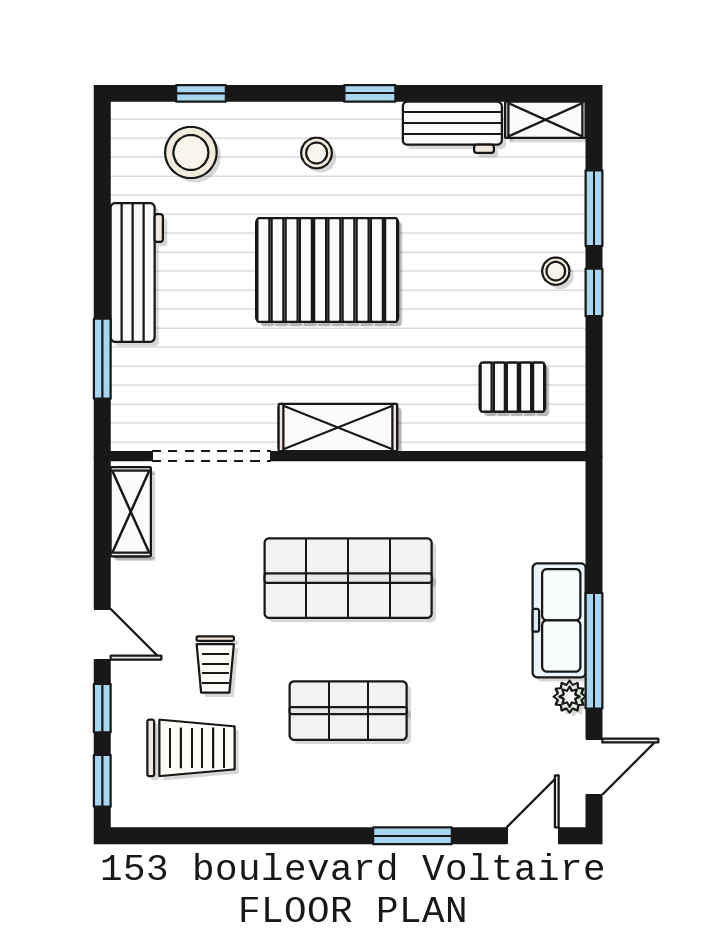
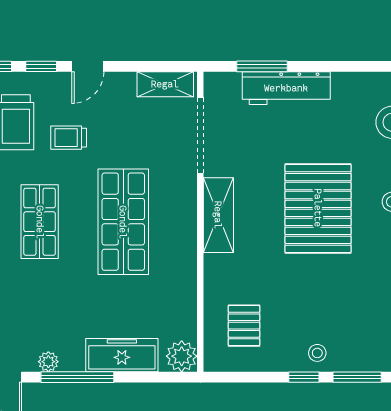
workbench: (137, 273) -> (286, 88), moved
plant: (561, 486) -> (182, 356), added
freezer: (559, 620) -> (122, 355), moved

